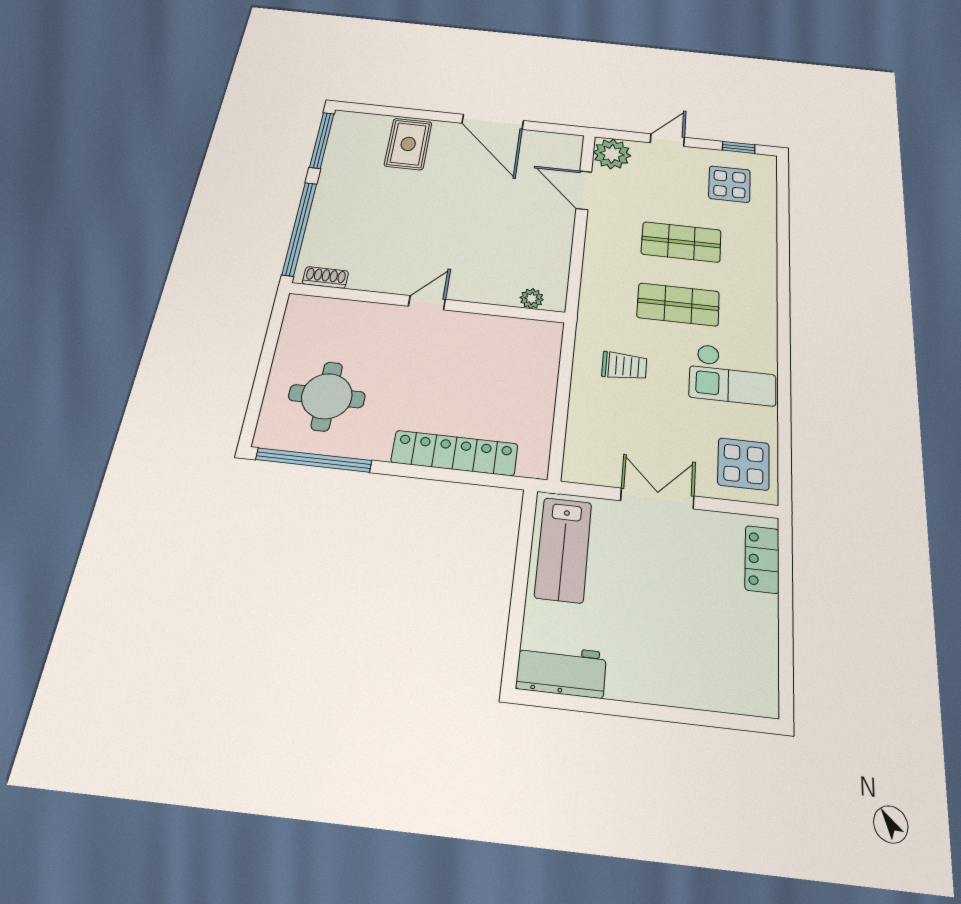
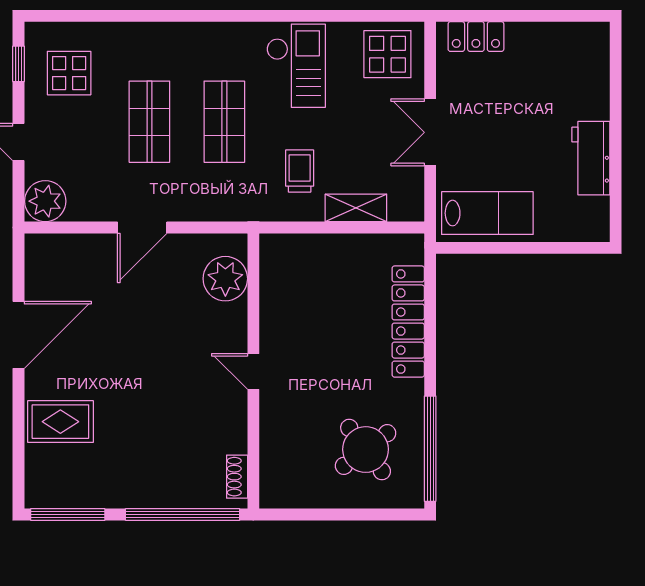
door: (584, 190) -> (142, 228), moved
plant: (532, 299) -> (225, 279), width x1.87, depth x1.87
round table: (327, 396) -> (366, 450), turned -37
shelving: (582, 415) -> (356, 208), added
workbench: (561, 670) -> (591, 158), moved

